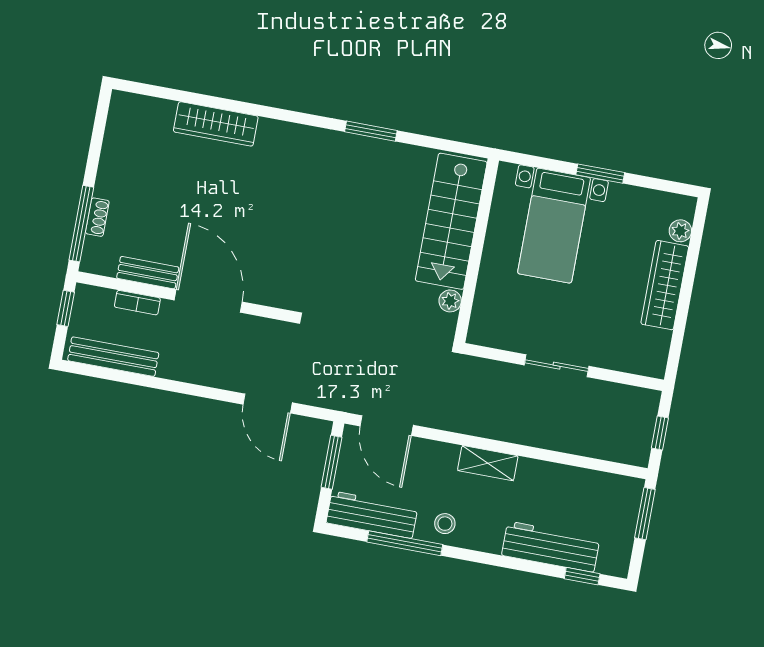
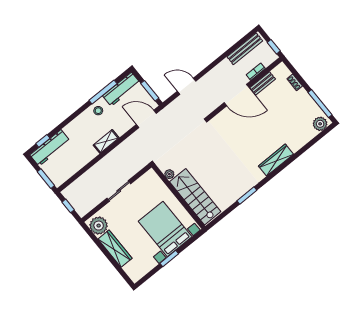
plant: (133, 109) -> (320, 124), added
wardrobe: (216, 124) -> (276, 160), moved
window: (81, 224) -> (320, 104), moved
bed with nightstands: (554, 226) -> (165, 229), width x1.36
plant: (680, 231) -> (99, 226), moved, width x1.87, depth x1.87
workbench: (551, 547) -> (50, 148), moved

